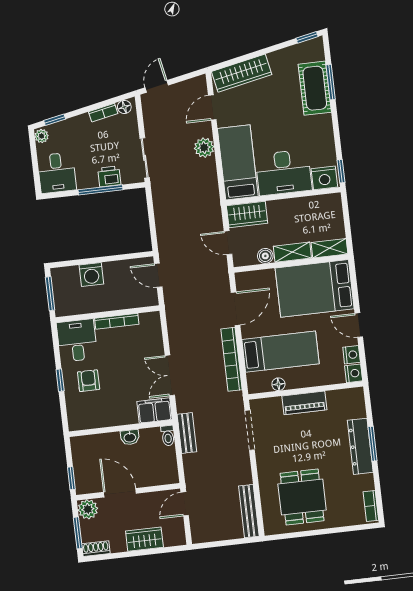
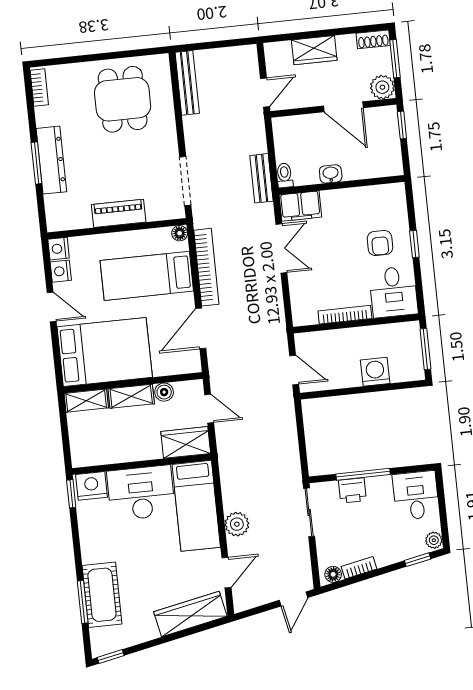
floor lamp: (278, 384) -> (180, 233), moved

